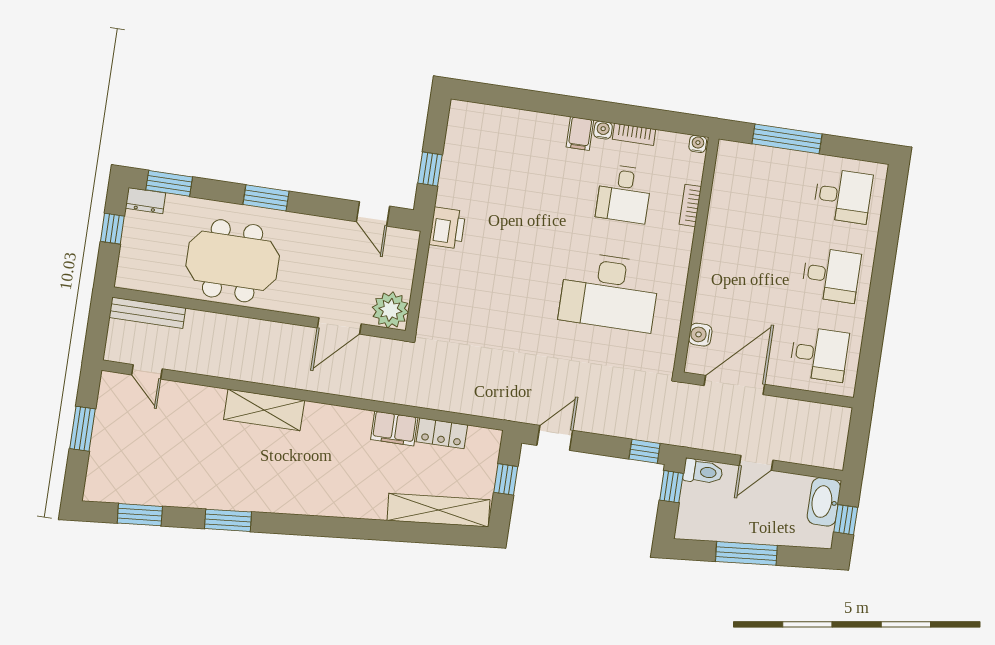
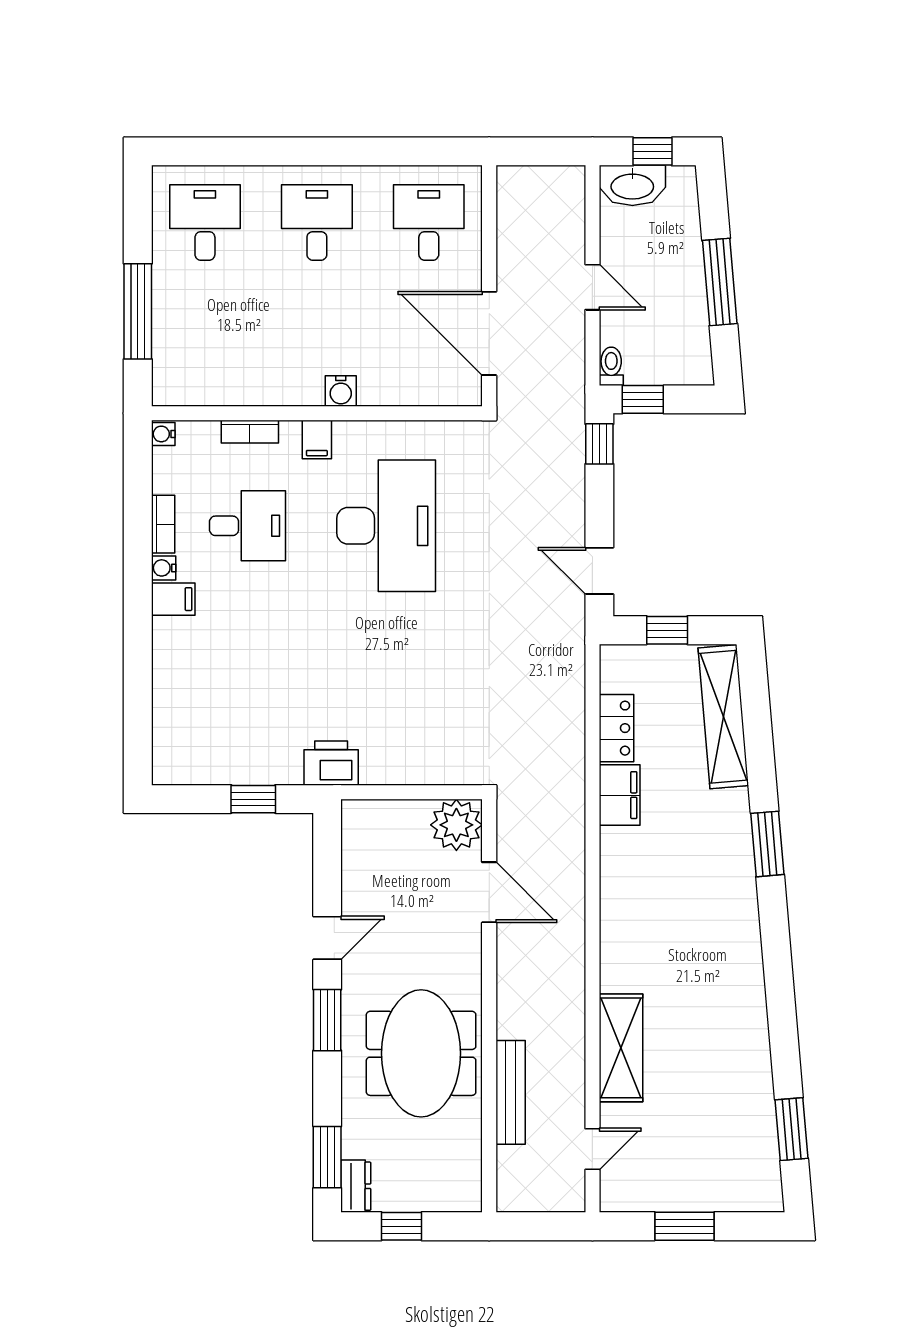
door: (373, 214) -> (327, 938), moved
filing cabinet: (678, 252) -> (317, 439), added
bench: (147, 313) -> (511, 1092), moved
water cooler: (700, 335) -> (341, 391), moved
shelving: (264, 410) -> (621, 1048), moved
toilet: (703, 472) -> (611, 366), width x0.73, depth x0.72
window: (228, 520) -> (767, 844), moved

